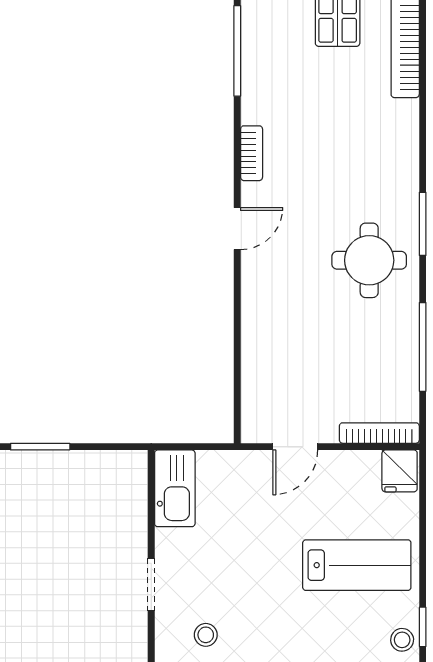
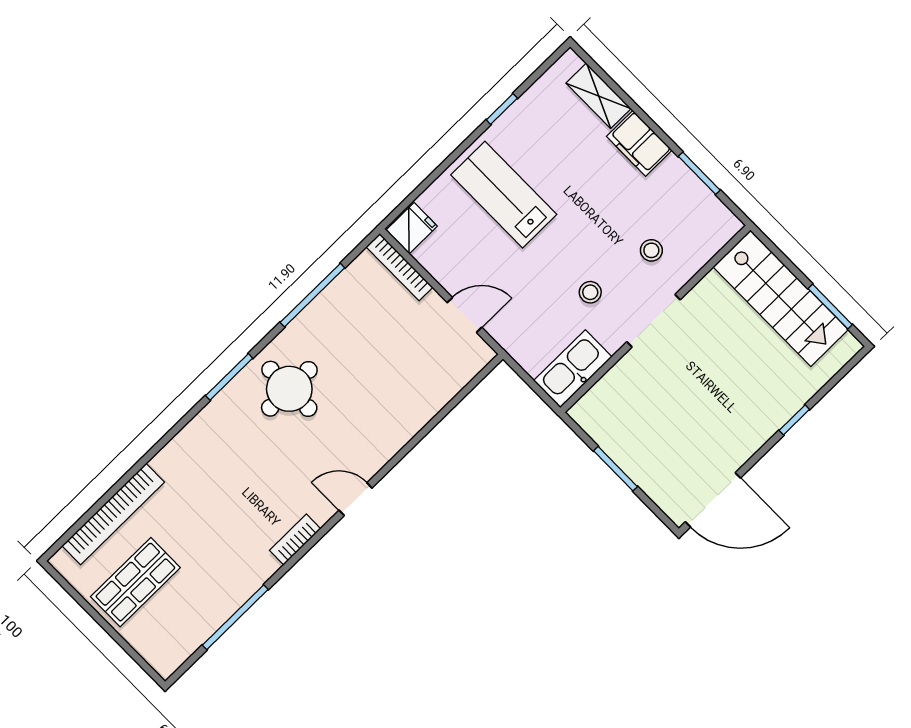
window: (40, 447) -> (616, 469), moved
doorway: (151, 584) -> (653, 321), width x1.38
stool: (402, 640) -> (590, 292), moved

